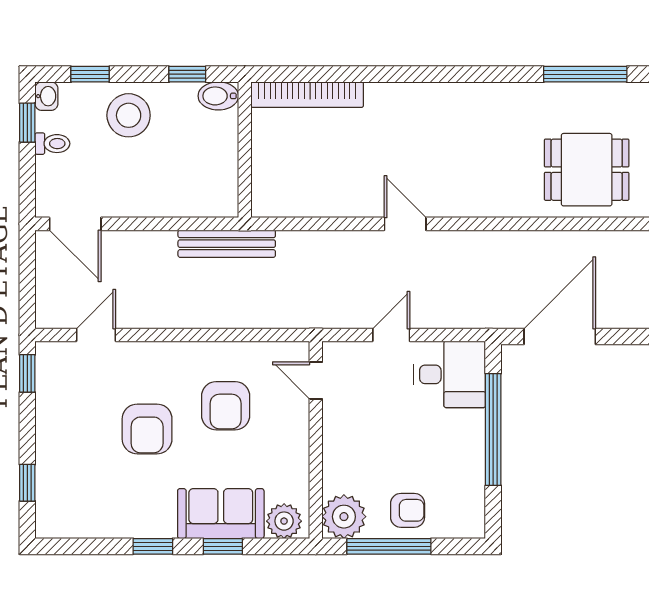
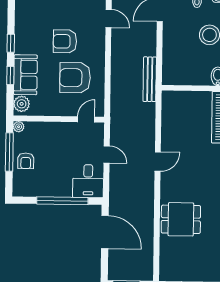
dining table: (587, 170) -> (181, 219), moved, turned 90
armchair: (226, 406) -> (75, 78), width x1.36, depth x1.36
plant: (344, 517) -> (19, 127), width x0.53, depth x0.53

